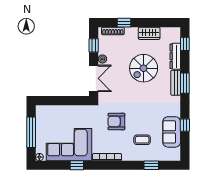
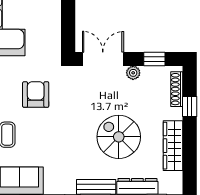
wardrobe: (149, 33) -> (173, 146), width x1.50
double door: (94, 78) -> (103, 59), swing flipped

